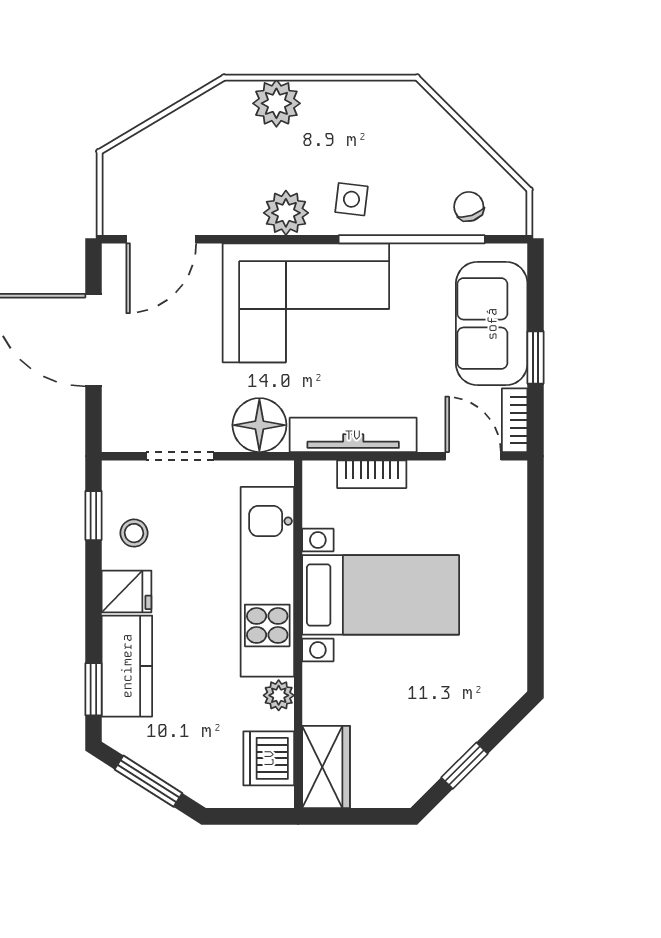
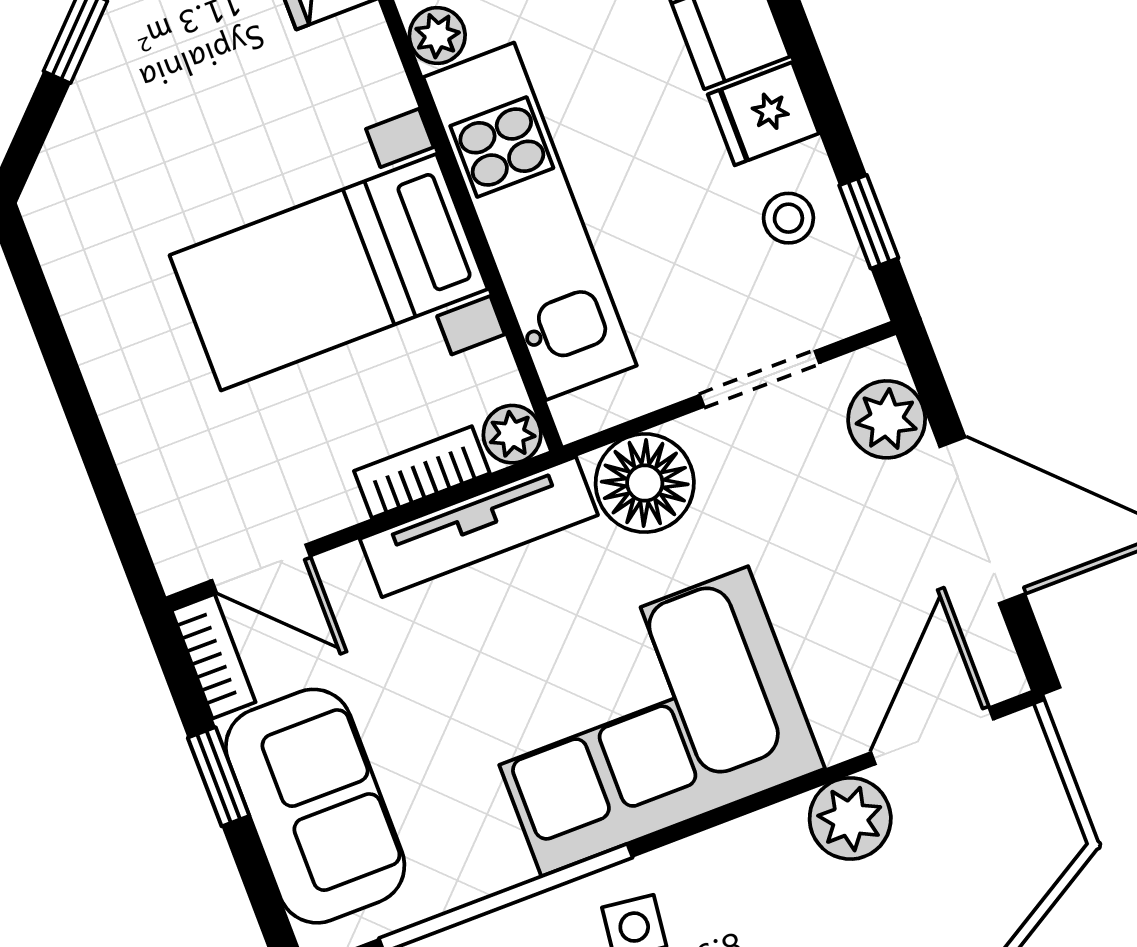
plant: (286, 213) -> (850, 818), moved
plant: (123, 411) -> (887, 419), added
plant: (318, 476) -> (512, 434), added

